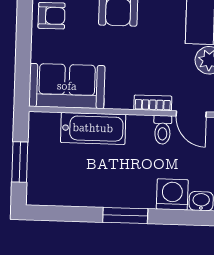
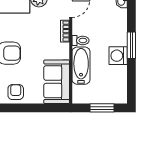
toilet: (163, 130) -> (81, 40), moved
washing machine: (172, 194) -> (118, 56), moved

